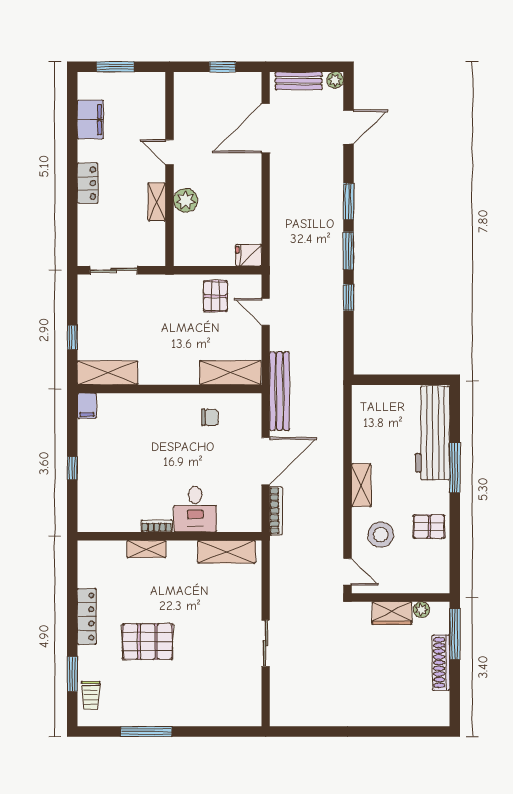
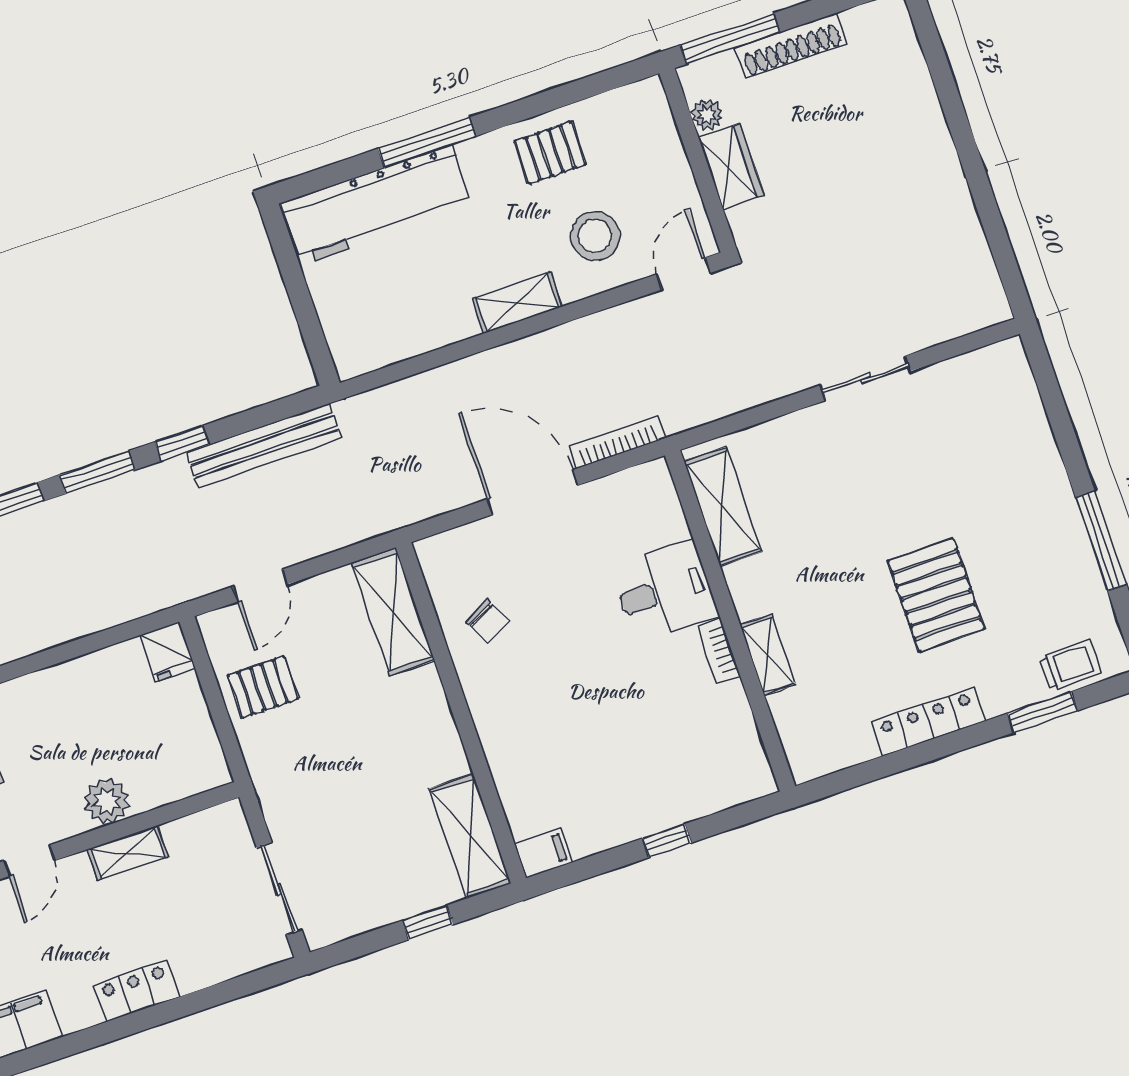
bench: (279, 391) -> (264, 446), moved
chair: (210, 417) -> (488, 621), turned 153
pallet: (429, 527) -> (550, 153), turned 90

